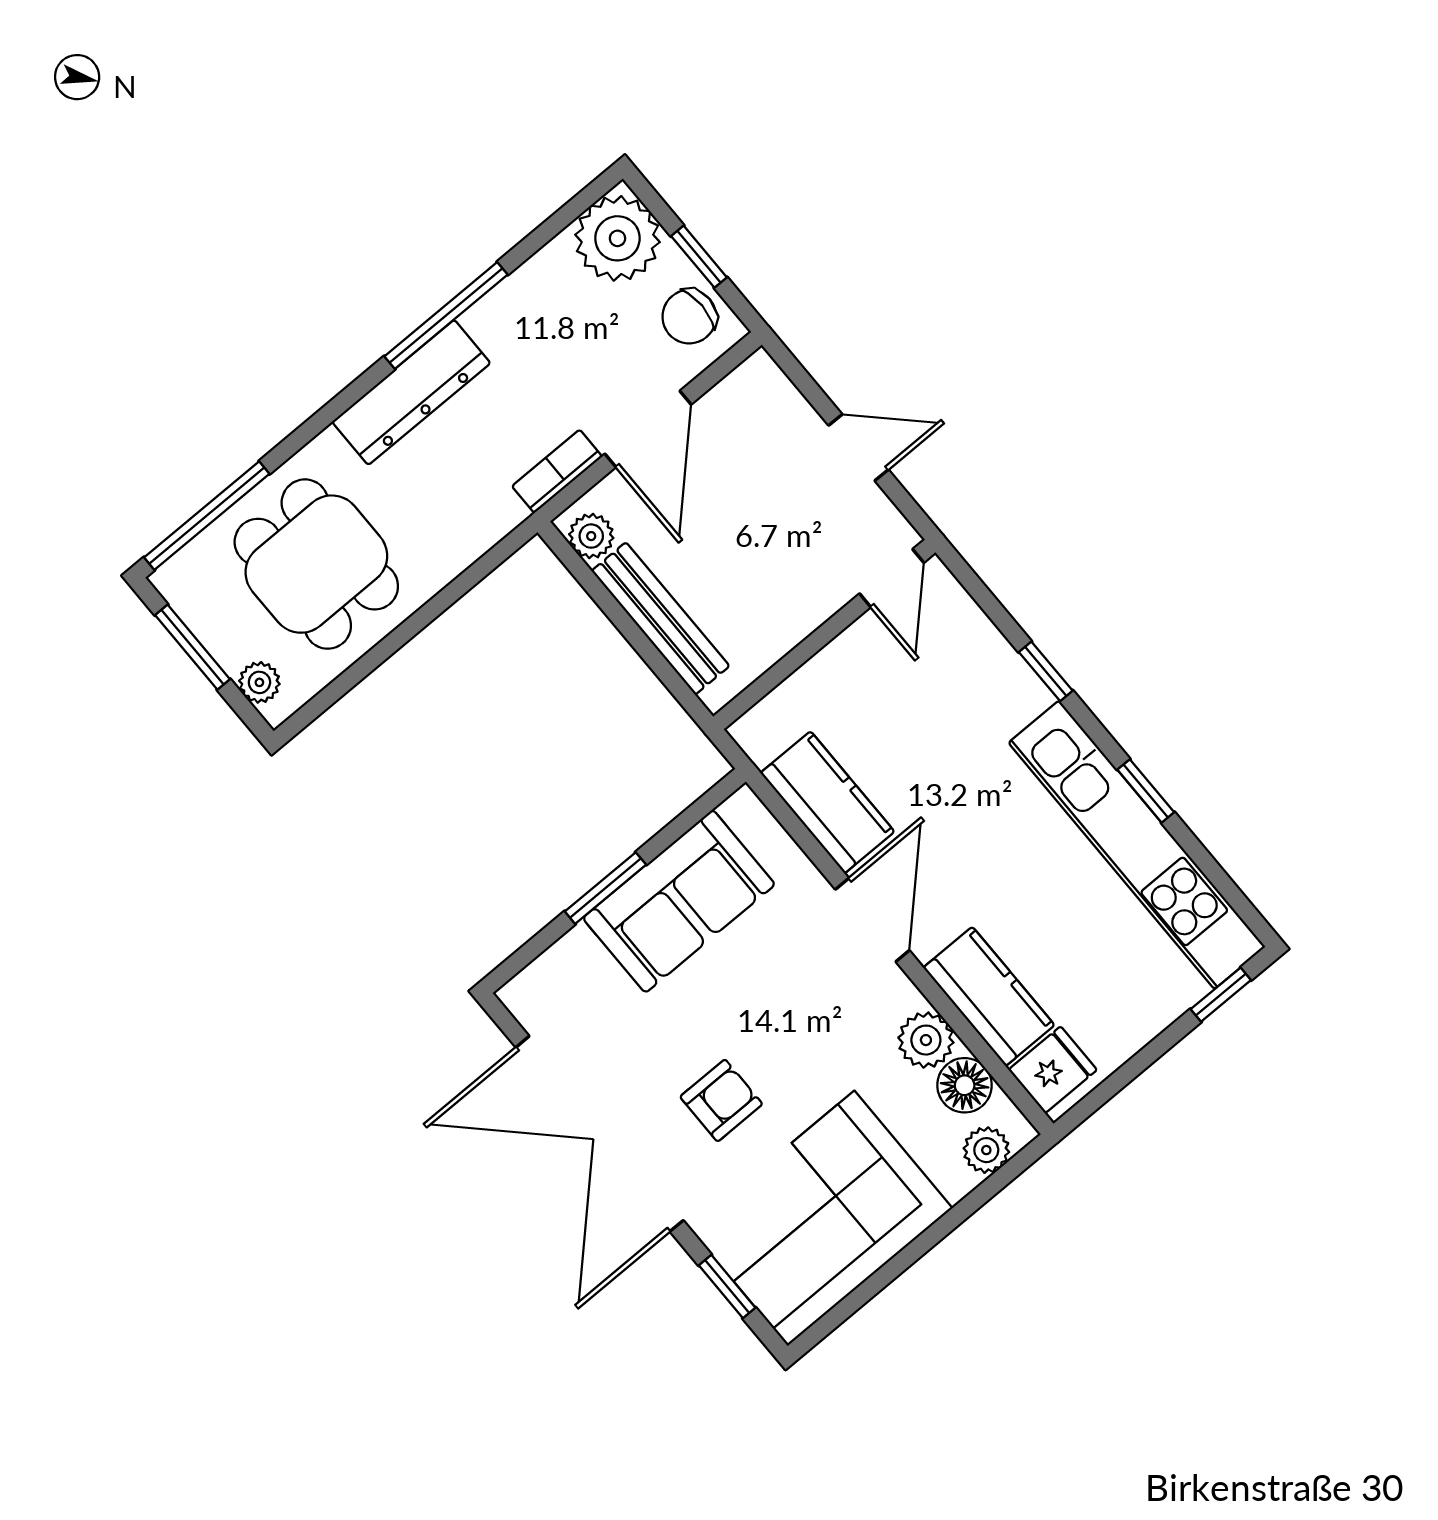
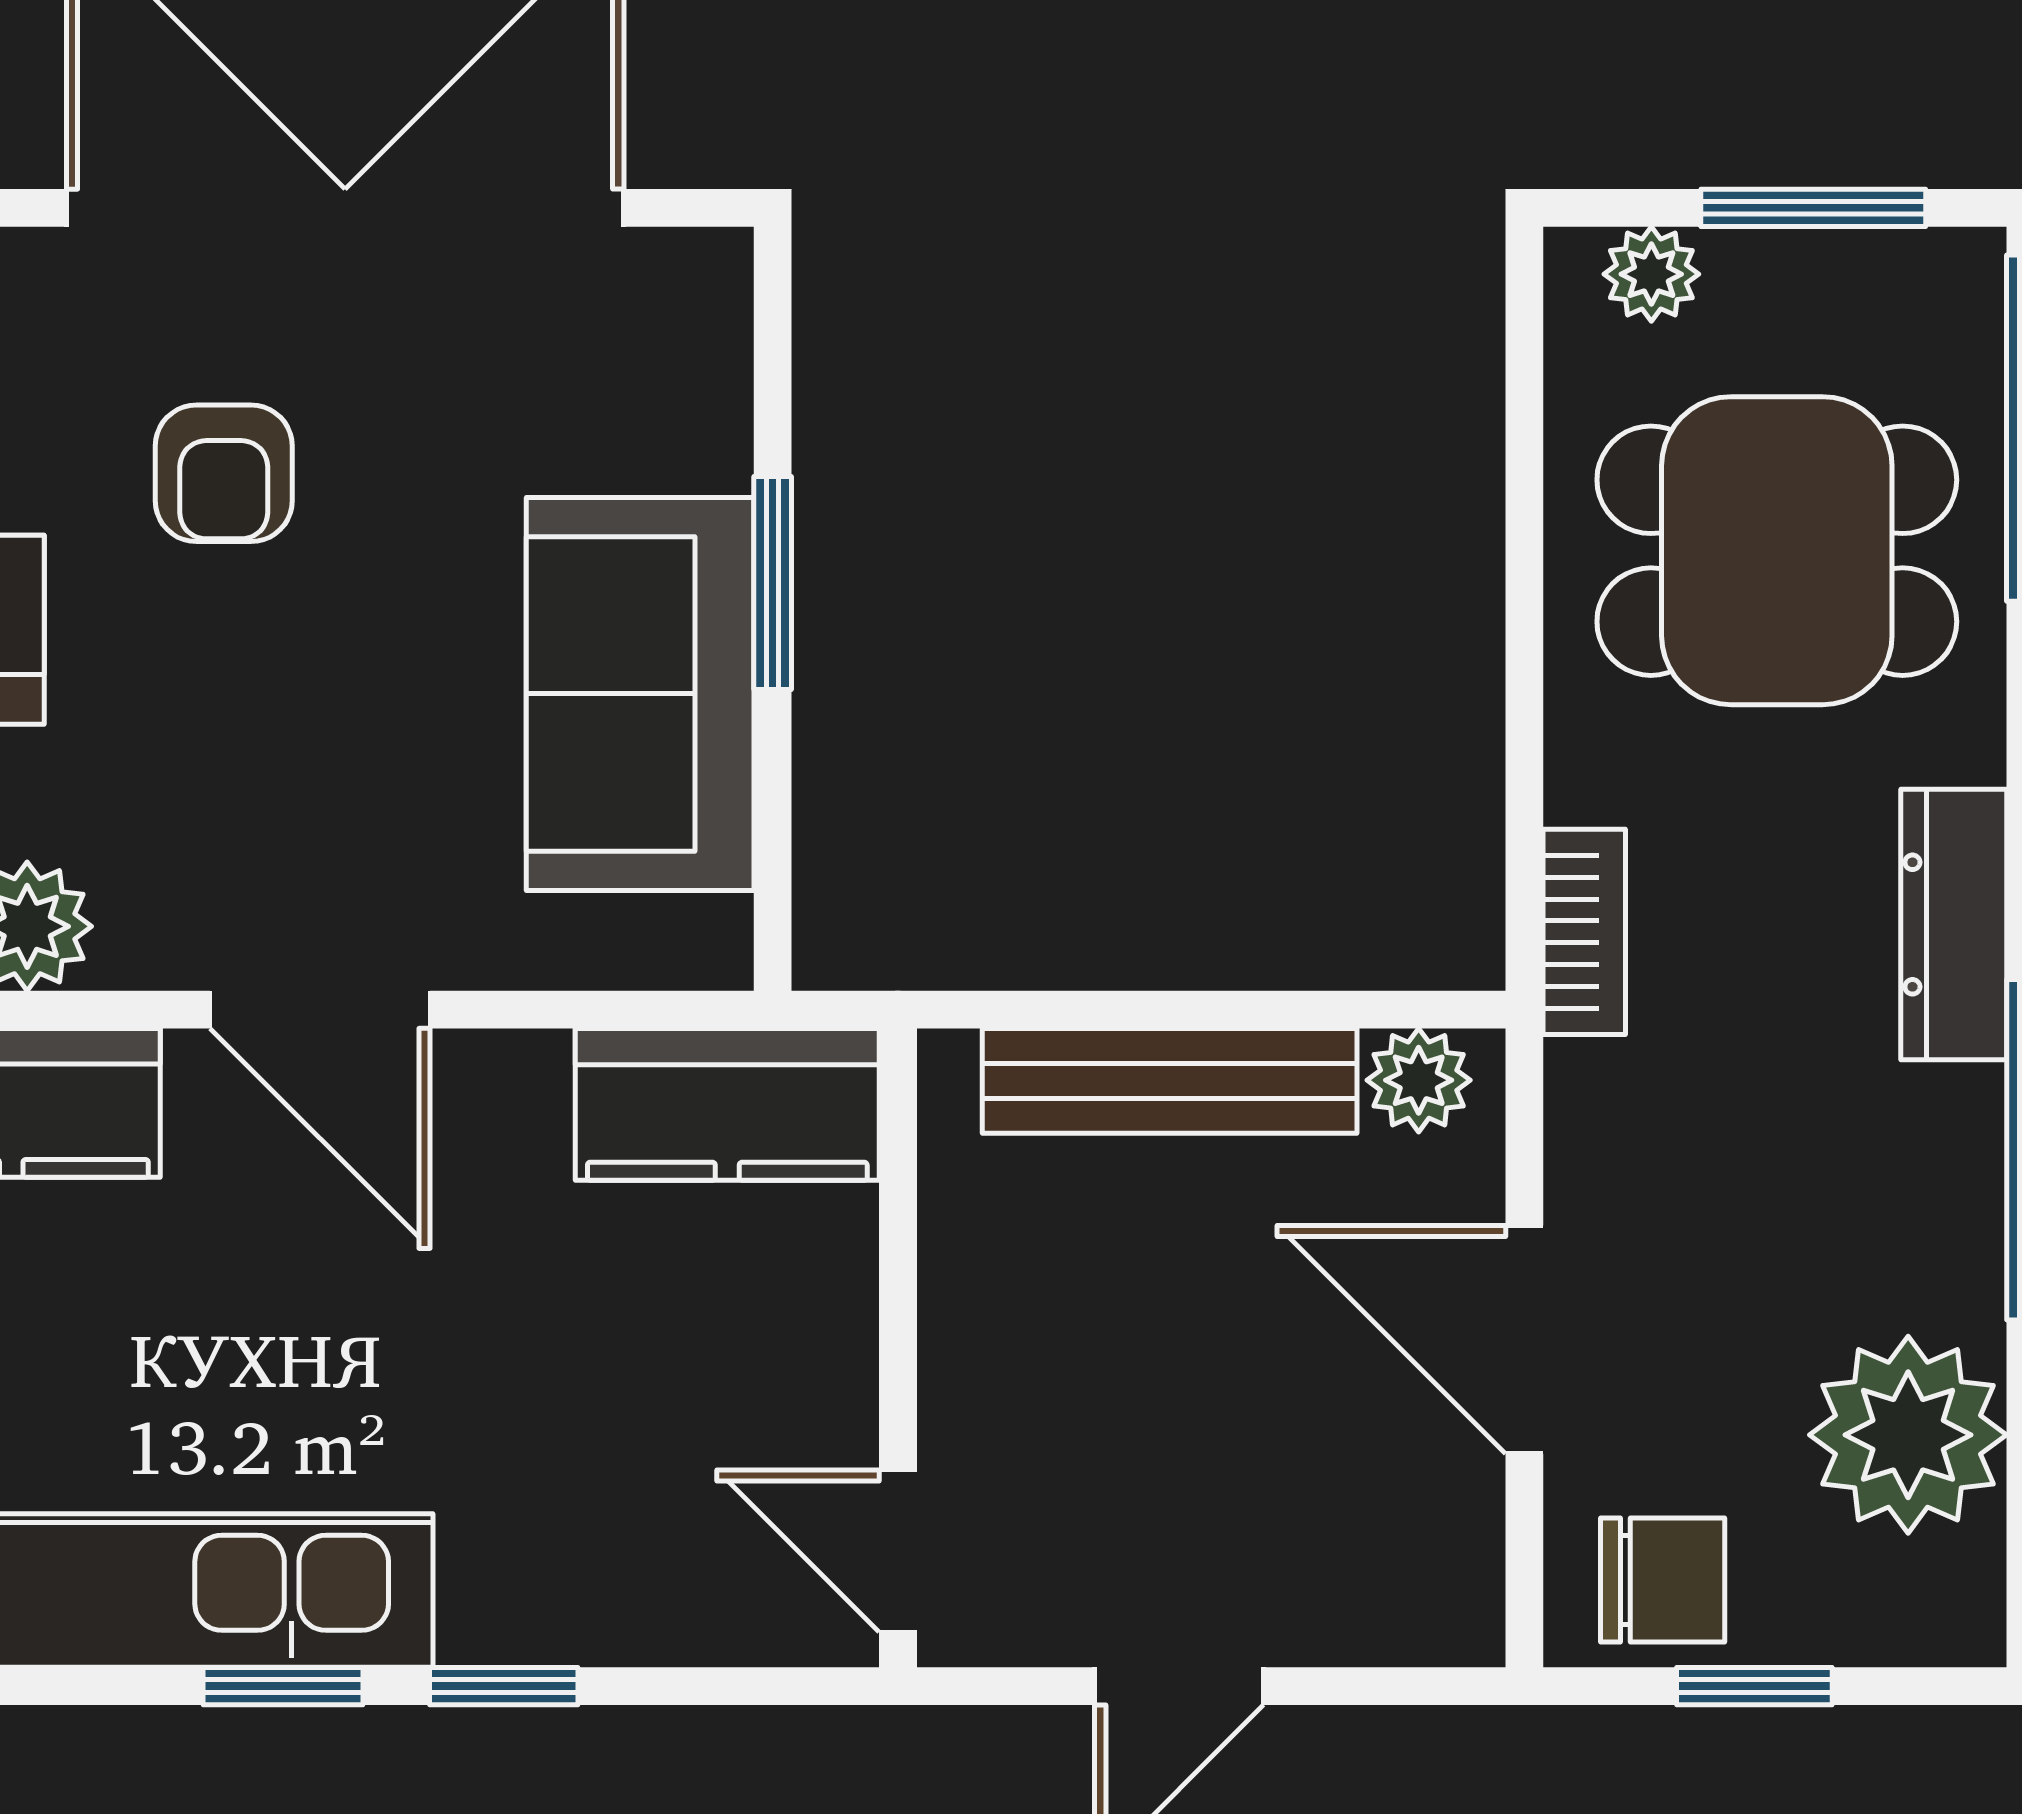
plant: (617, 238) -> (1908, 1435), moved
chair: (689, 317) -> (1663, 1580), turned 90
dresser: (411, 392) -> (1954, 925), width x0.73, depth x0.80
bookcase: (557, 471) -> (1584, 932), moved
window: (1146, 791) -> (283, 1686), moved
kitchen counter: (827, 802) -> (727, 1104), moved

